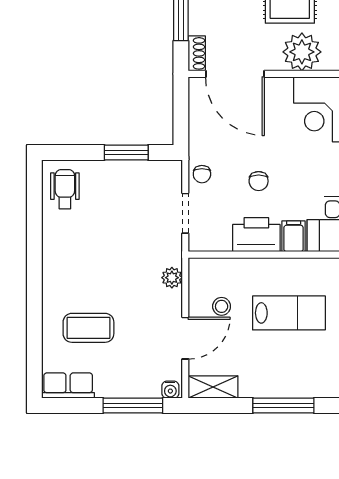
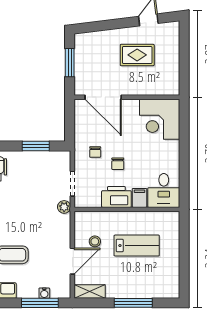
plant: (302, 52) -> (145, 84), removed
shoe rack: (197, 53) -> (79, 84), removed
chair: (202, 174) -> (95, 152), moved
plant: (172, 278) -> (64, 207), moved
water cooler: (170, 390) -> (44, 293), moved

